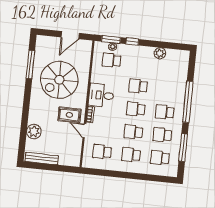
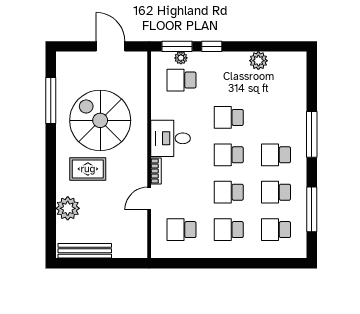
door: (70, 35) -> (110, 46), swing flipped
spiral stairs: (59, 80) -> (100, 120), turned 90
window: (188, 102) -> (312, 134), width x0.68
rug: (69, 115) -> (88, 169), moved
door: (84, 131) -> (149, 198), hinge flipped

